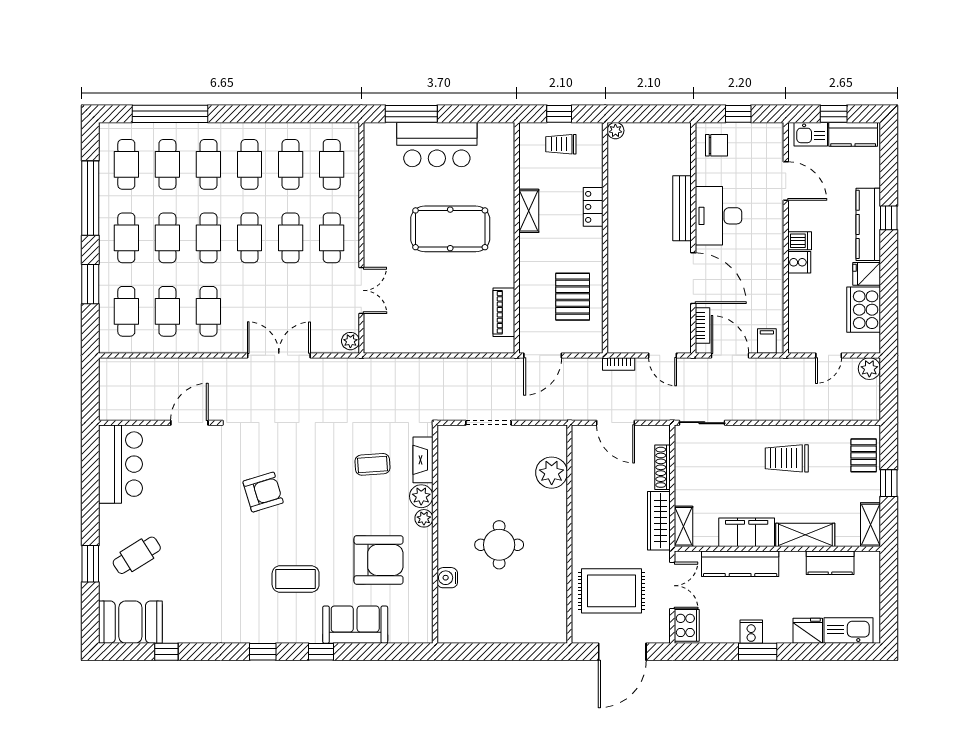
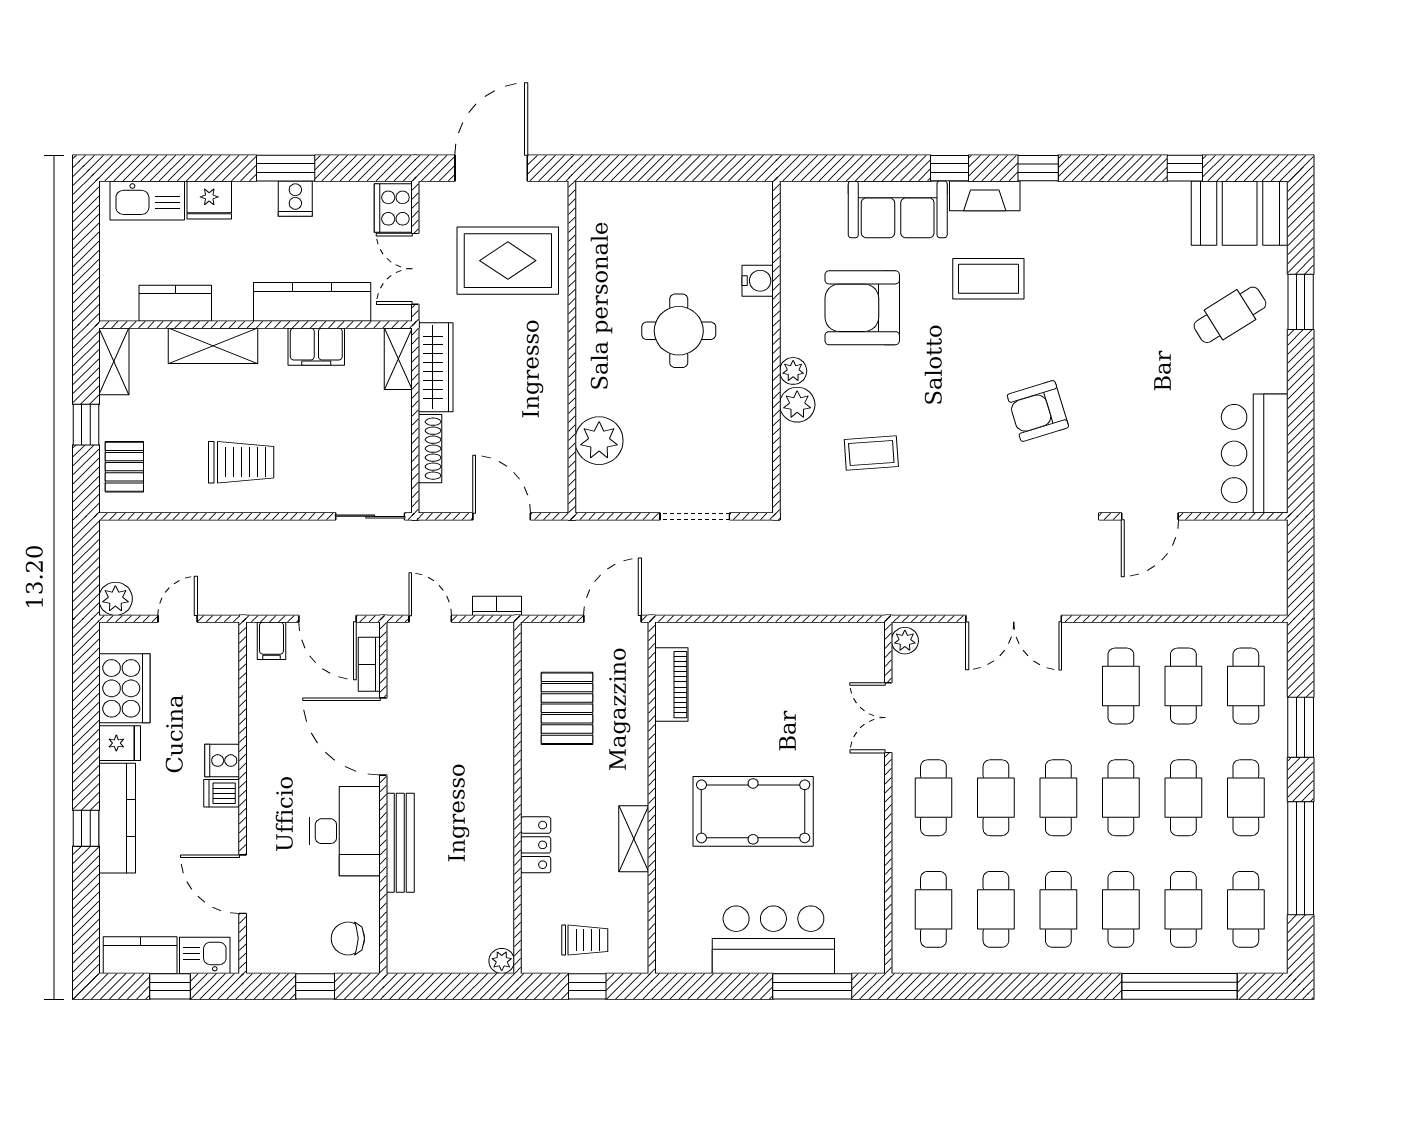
fireplace: (423, 460) -> (985, 196), moved, turned 90
filing cabinet: (747, 532) -> (316, 347), width x0.67, depth x0.86

